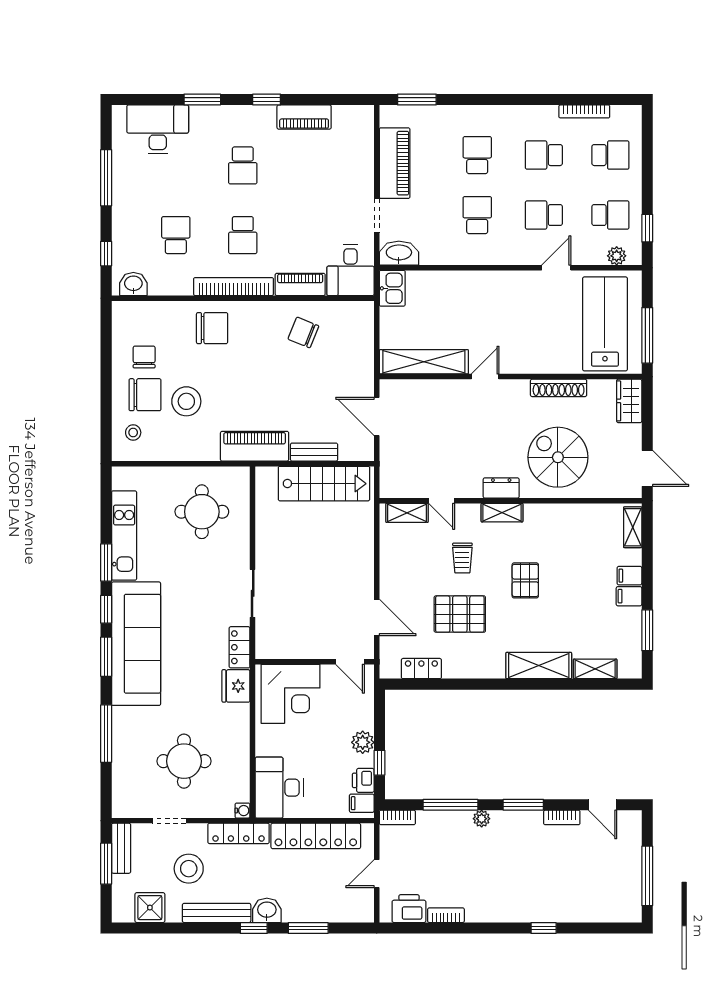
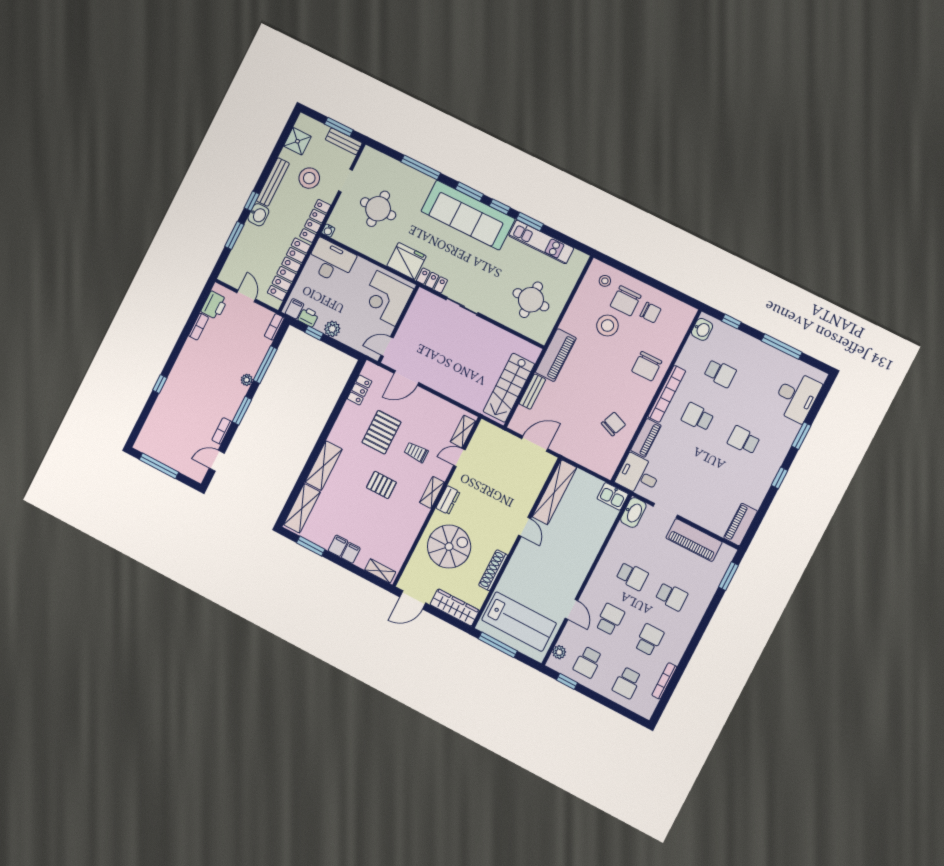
piano: (304, 117) -> (741, 525), moved
wardrobe: (629, 401) -> (455, 607), width x1.50
shelving: (595, 669) -> (302, 508), width x1.50, depth x1.33
fridge: (236, 686) -> (406, 261), width x1.36, depth x1.34

